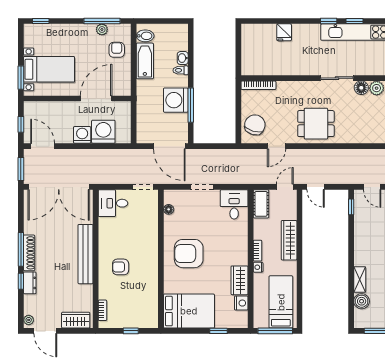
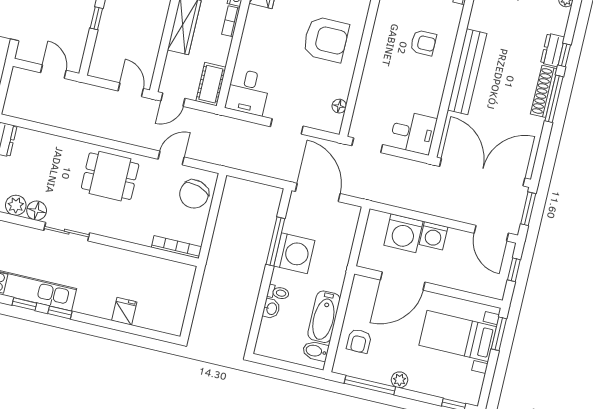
plant: (102, 29) -> (399, 380), moved
window: (351, 207) -> (96, 18), moved

